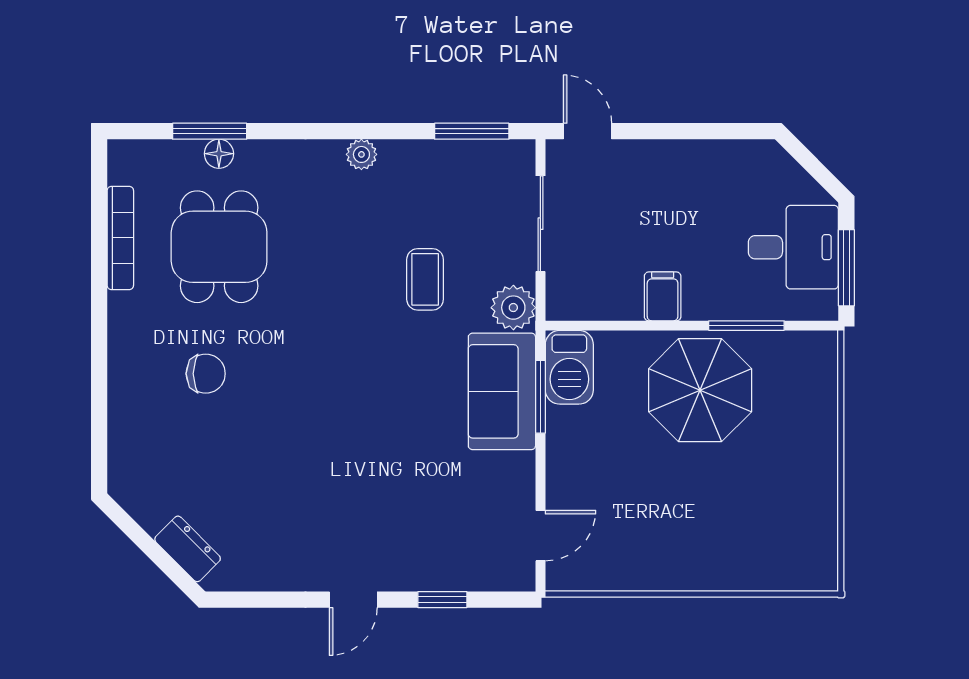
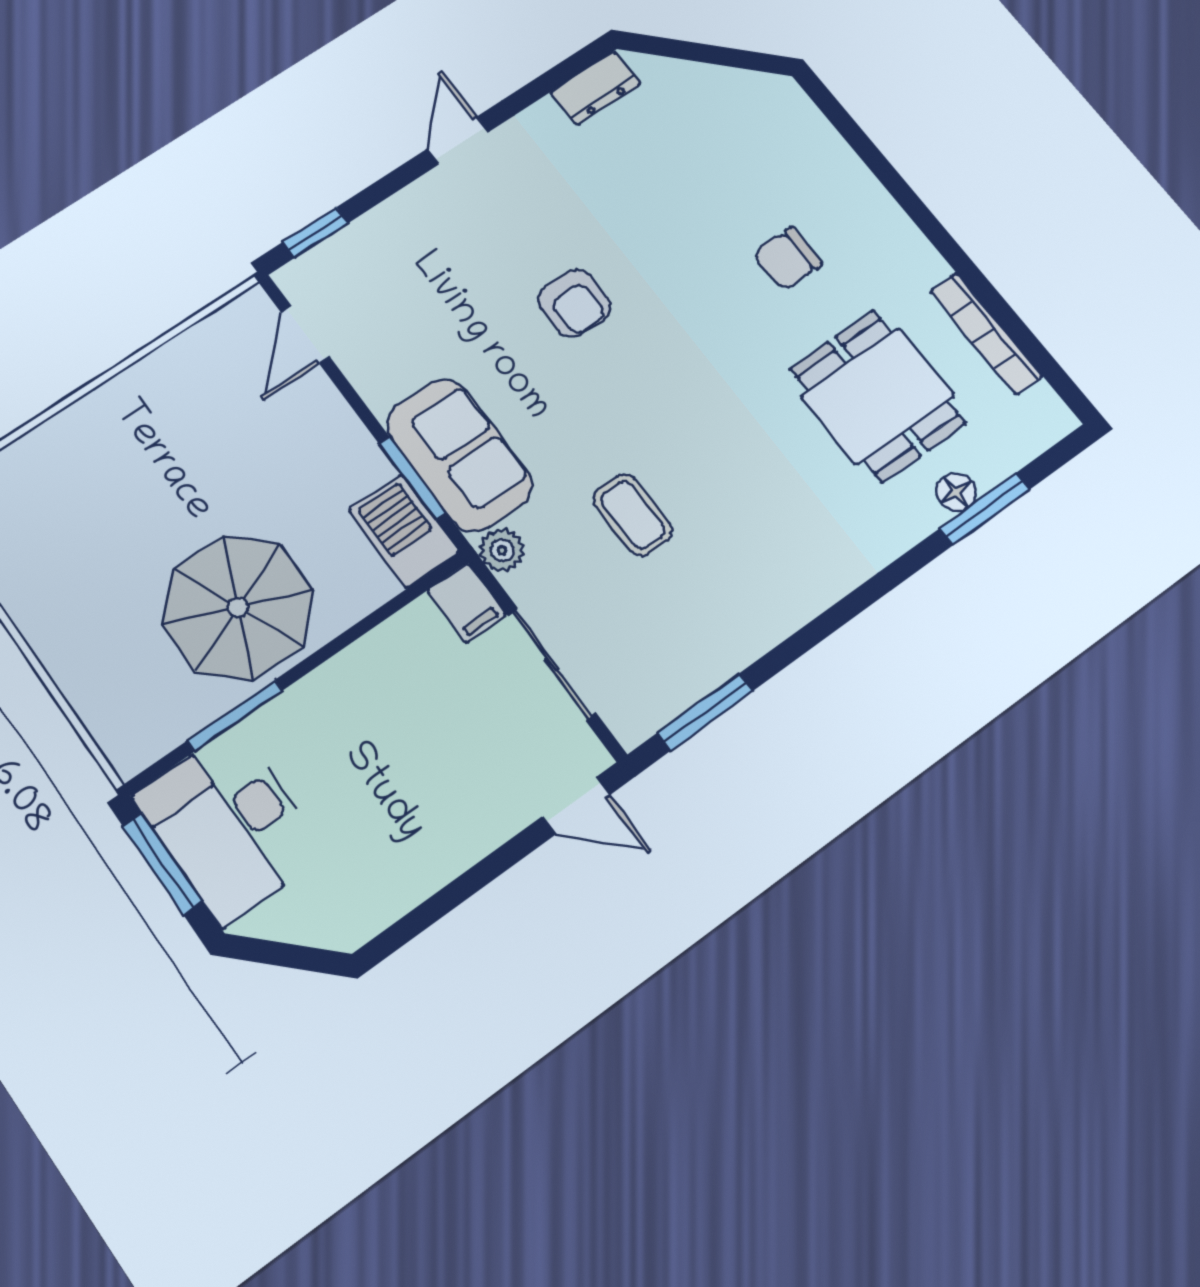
plant: (361, 154) -> (805, 600), removed
desk: (793, 247) -> (230, 825), width x1.37
filing cabinet: (663, 296) -> (467, 603), moved
plant: (513, 308) -> (502, 550), width x0.73, depth x0.73
armchair: (360, 439) -> (574, 303), added
dresser: (188, 549) -> (595, 88), moved, turned -45
window: (442, 600) -> (316, 232), moved

